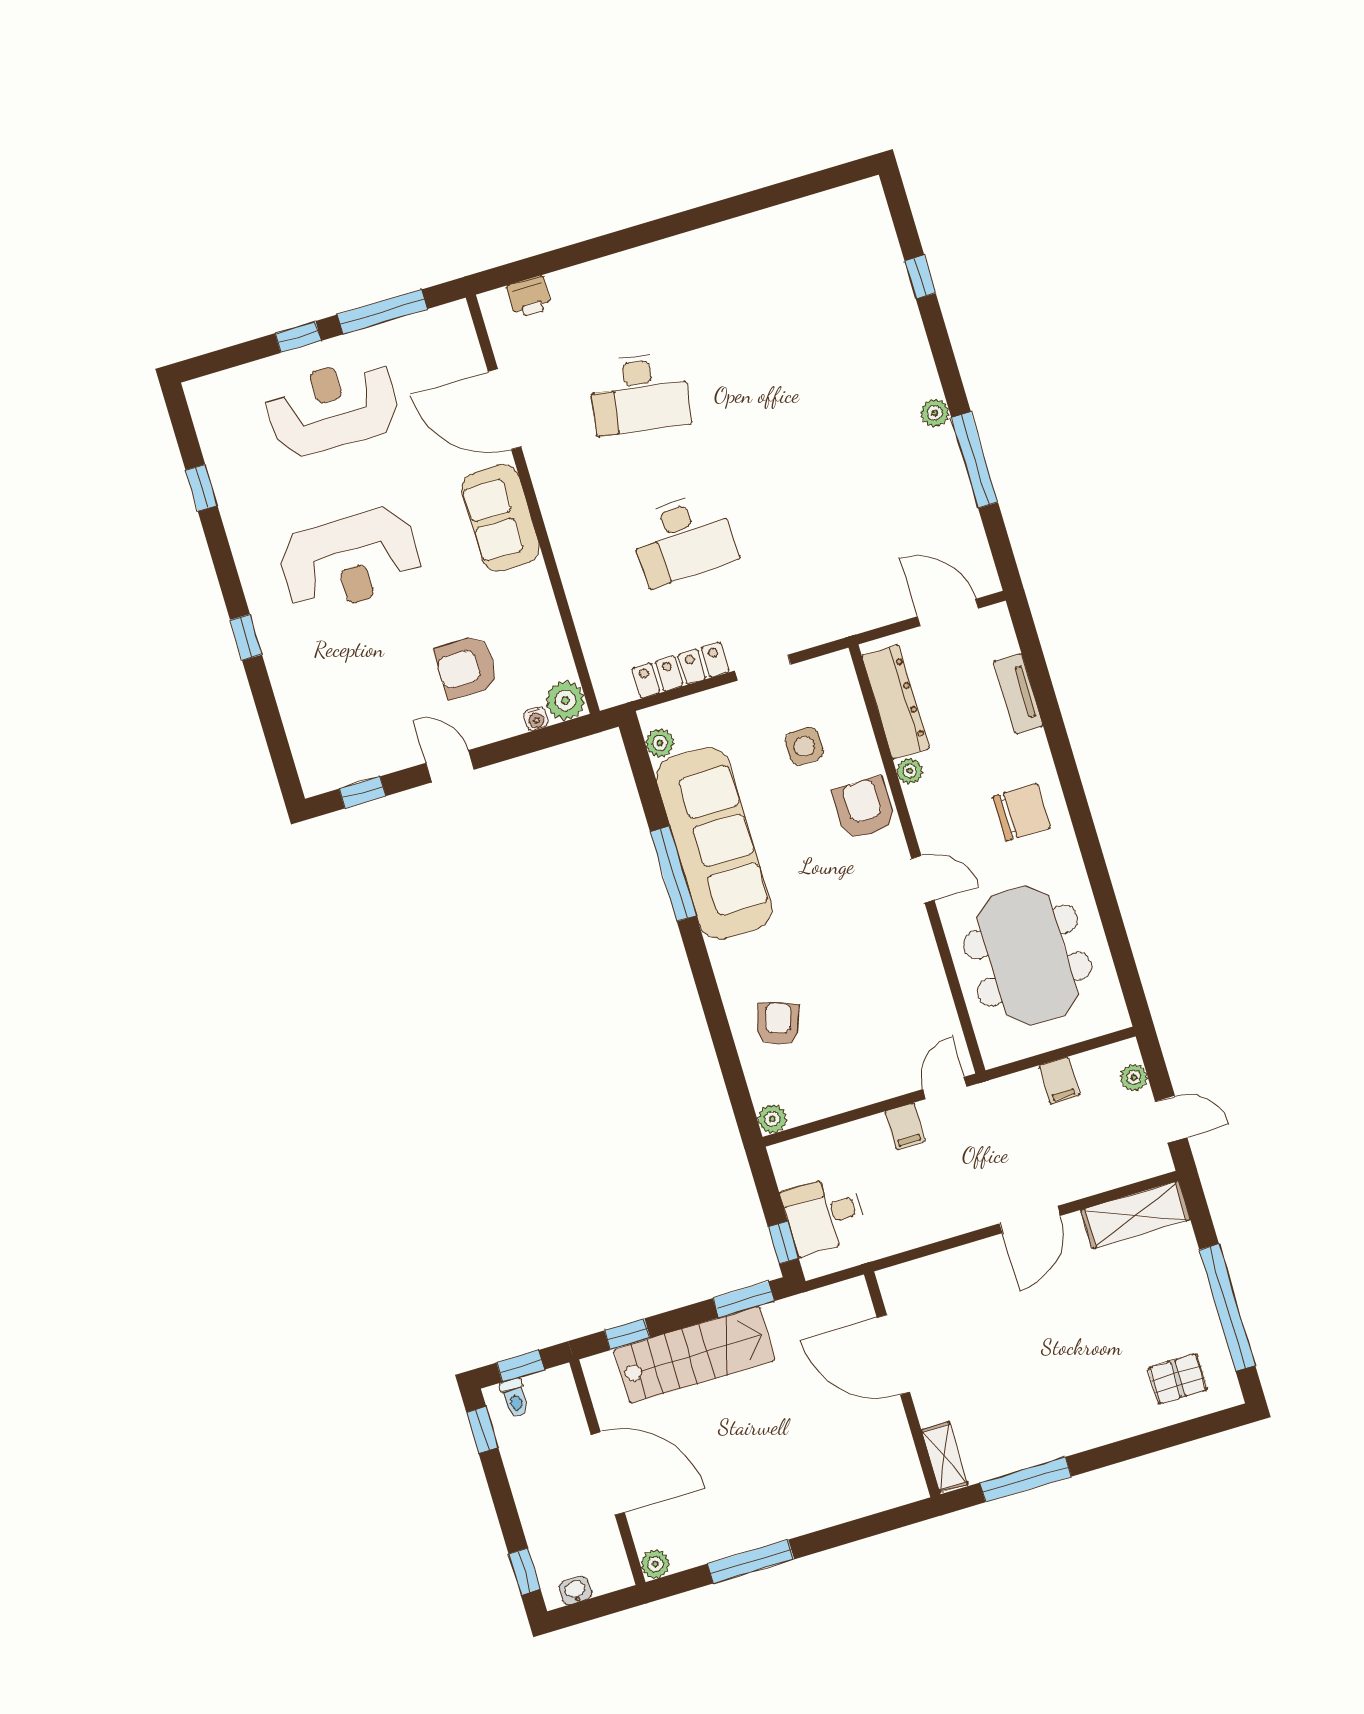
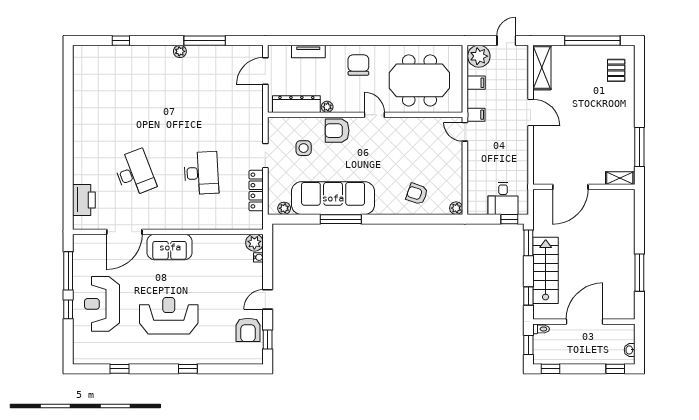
printer: (529, 297) -> (84, 200), width x1.87, depth x1.48
desk: (639, 393) -> (135, 173), turned -30
reception desk: (350, 561) -> (169, 316), turned -90
armchair: (466, 667) -> (248, 330), moved
door: (923, 879) -> (374, 115), hinge flipped
plant: (1134, 1077) -> (479, 56), width x1.88, depth x1.88
filing cabinet: (905, 1126) -> (476, 115), moved
toilet: (515, 1398) -> (541, 329), moved
plant: (655, 1564) -> (629, 313), removed

